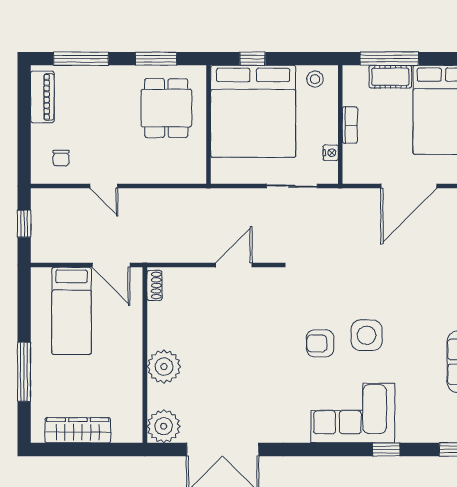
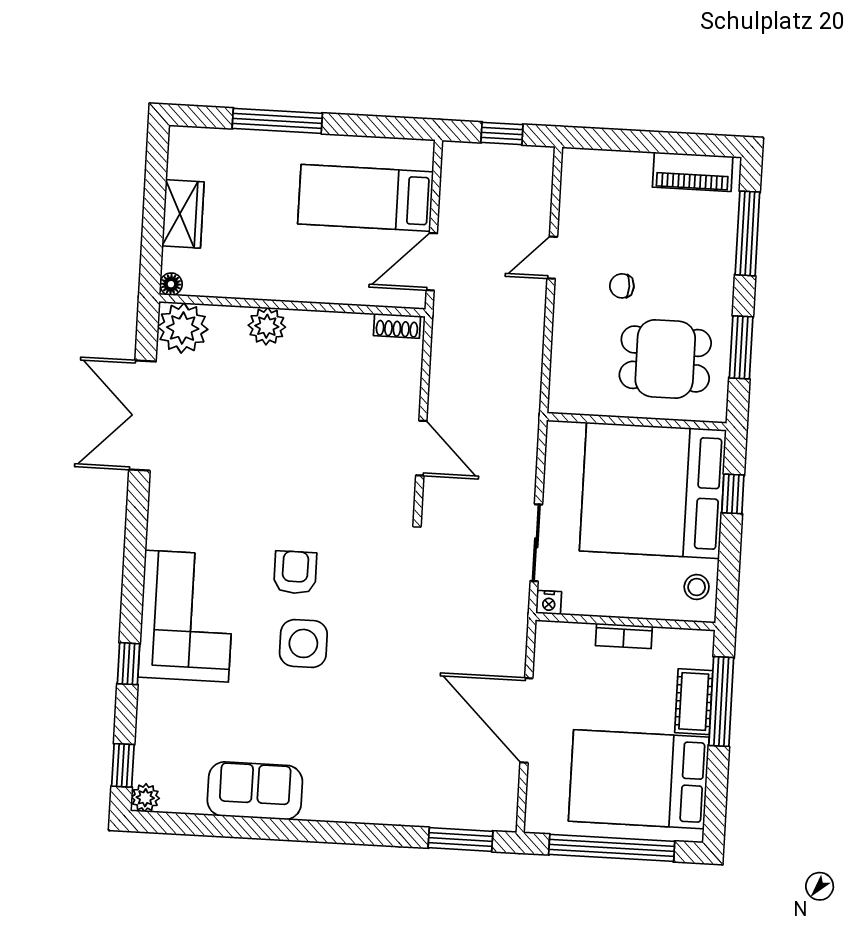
nightstand: (331, 153) -> (549, 602), moved
chair: (61, 158) -> (622, 286), moved
plant: (164, 367) -> (267, 326), width x0.73, depth x0.73
wardrobe: (78, 430) -> (183, 214), width x0.67
floor lamp: (135, 436) -> (171, 284), added

